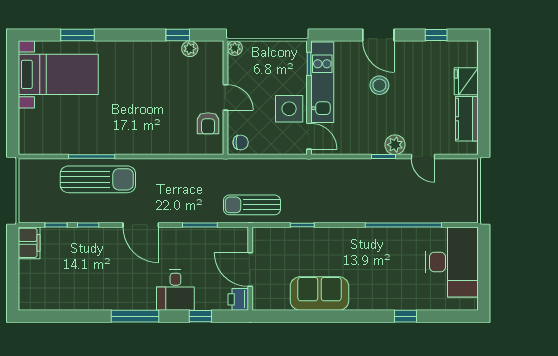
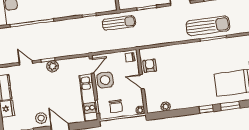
window: (178, 35) -> (206, 109), moved
chair: (276, 61) -> (116, 106), added
stool: (379, 85) -> (41, 118), moved
door: (309, 136) -> (92, 66), swing flipped
plant: (395, 145) -> (53, 66), moved
sun lounger: (98, 179) -> (208, 26), turned 180

